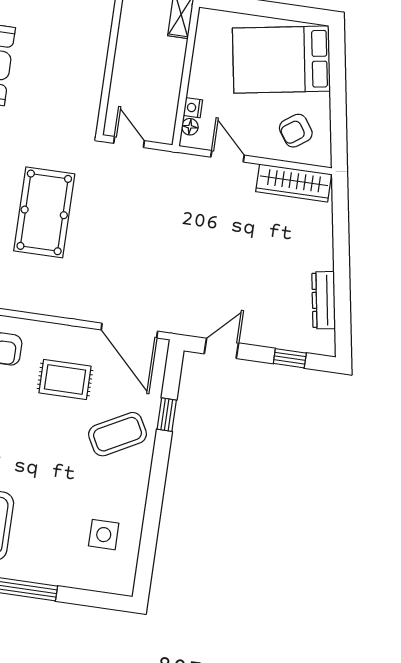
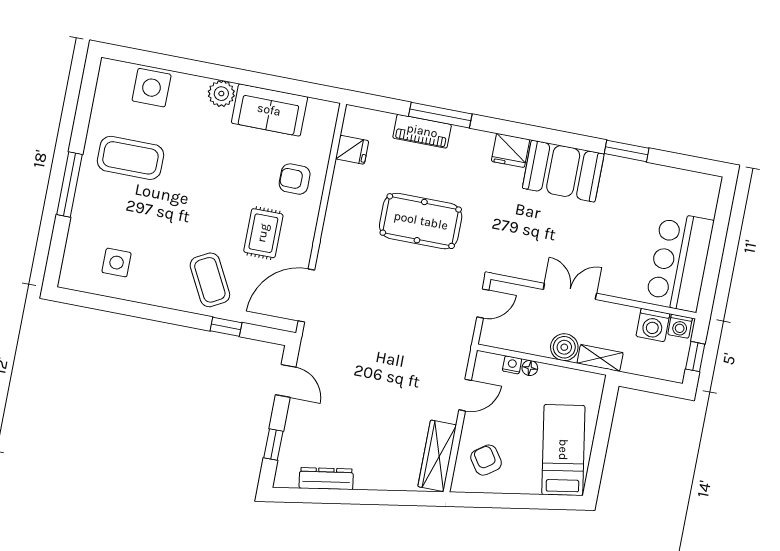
double door: (112, 50) -> (570, 291), added
boiler: (172, 53) -> (564, 347), added
bed: (281, 60) -> (563, 450), width x0.67
floor lamp: (190, 127) -> (530, 368), moved

